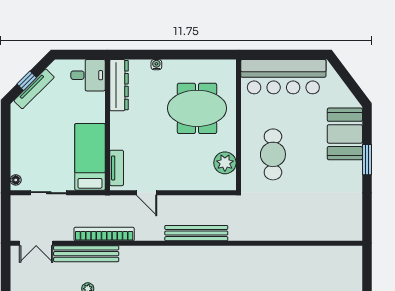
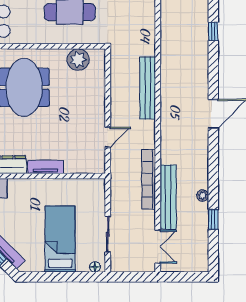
bed: (90, 157) -> (60, 239), moved, turned 90
tv unit: (117, 168) -> (45, 167), moved

